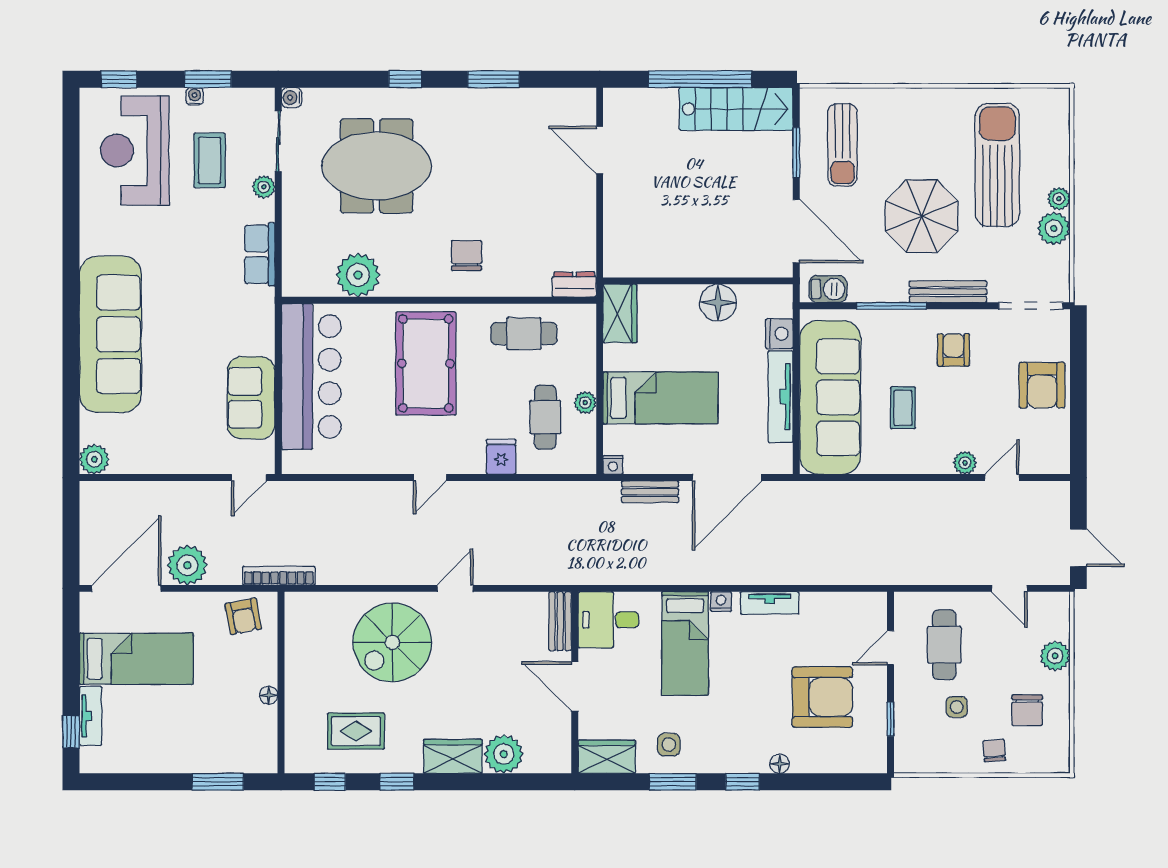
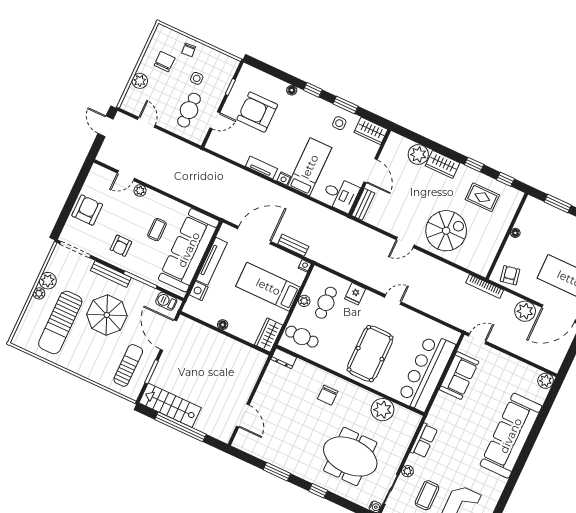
floor lamp: (718, 303) -> (223, 325), width x0.53, depth x0.53
cafe table: (524, 334) -> (302, 337), moved

